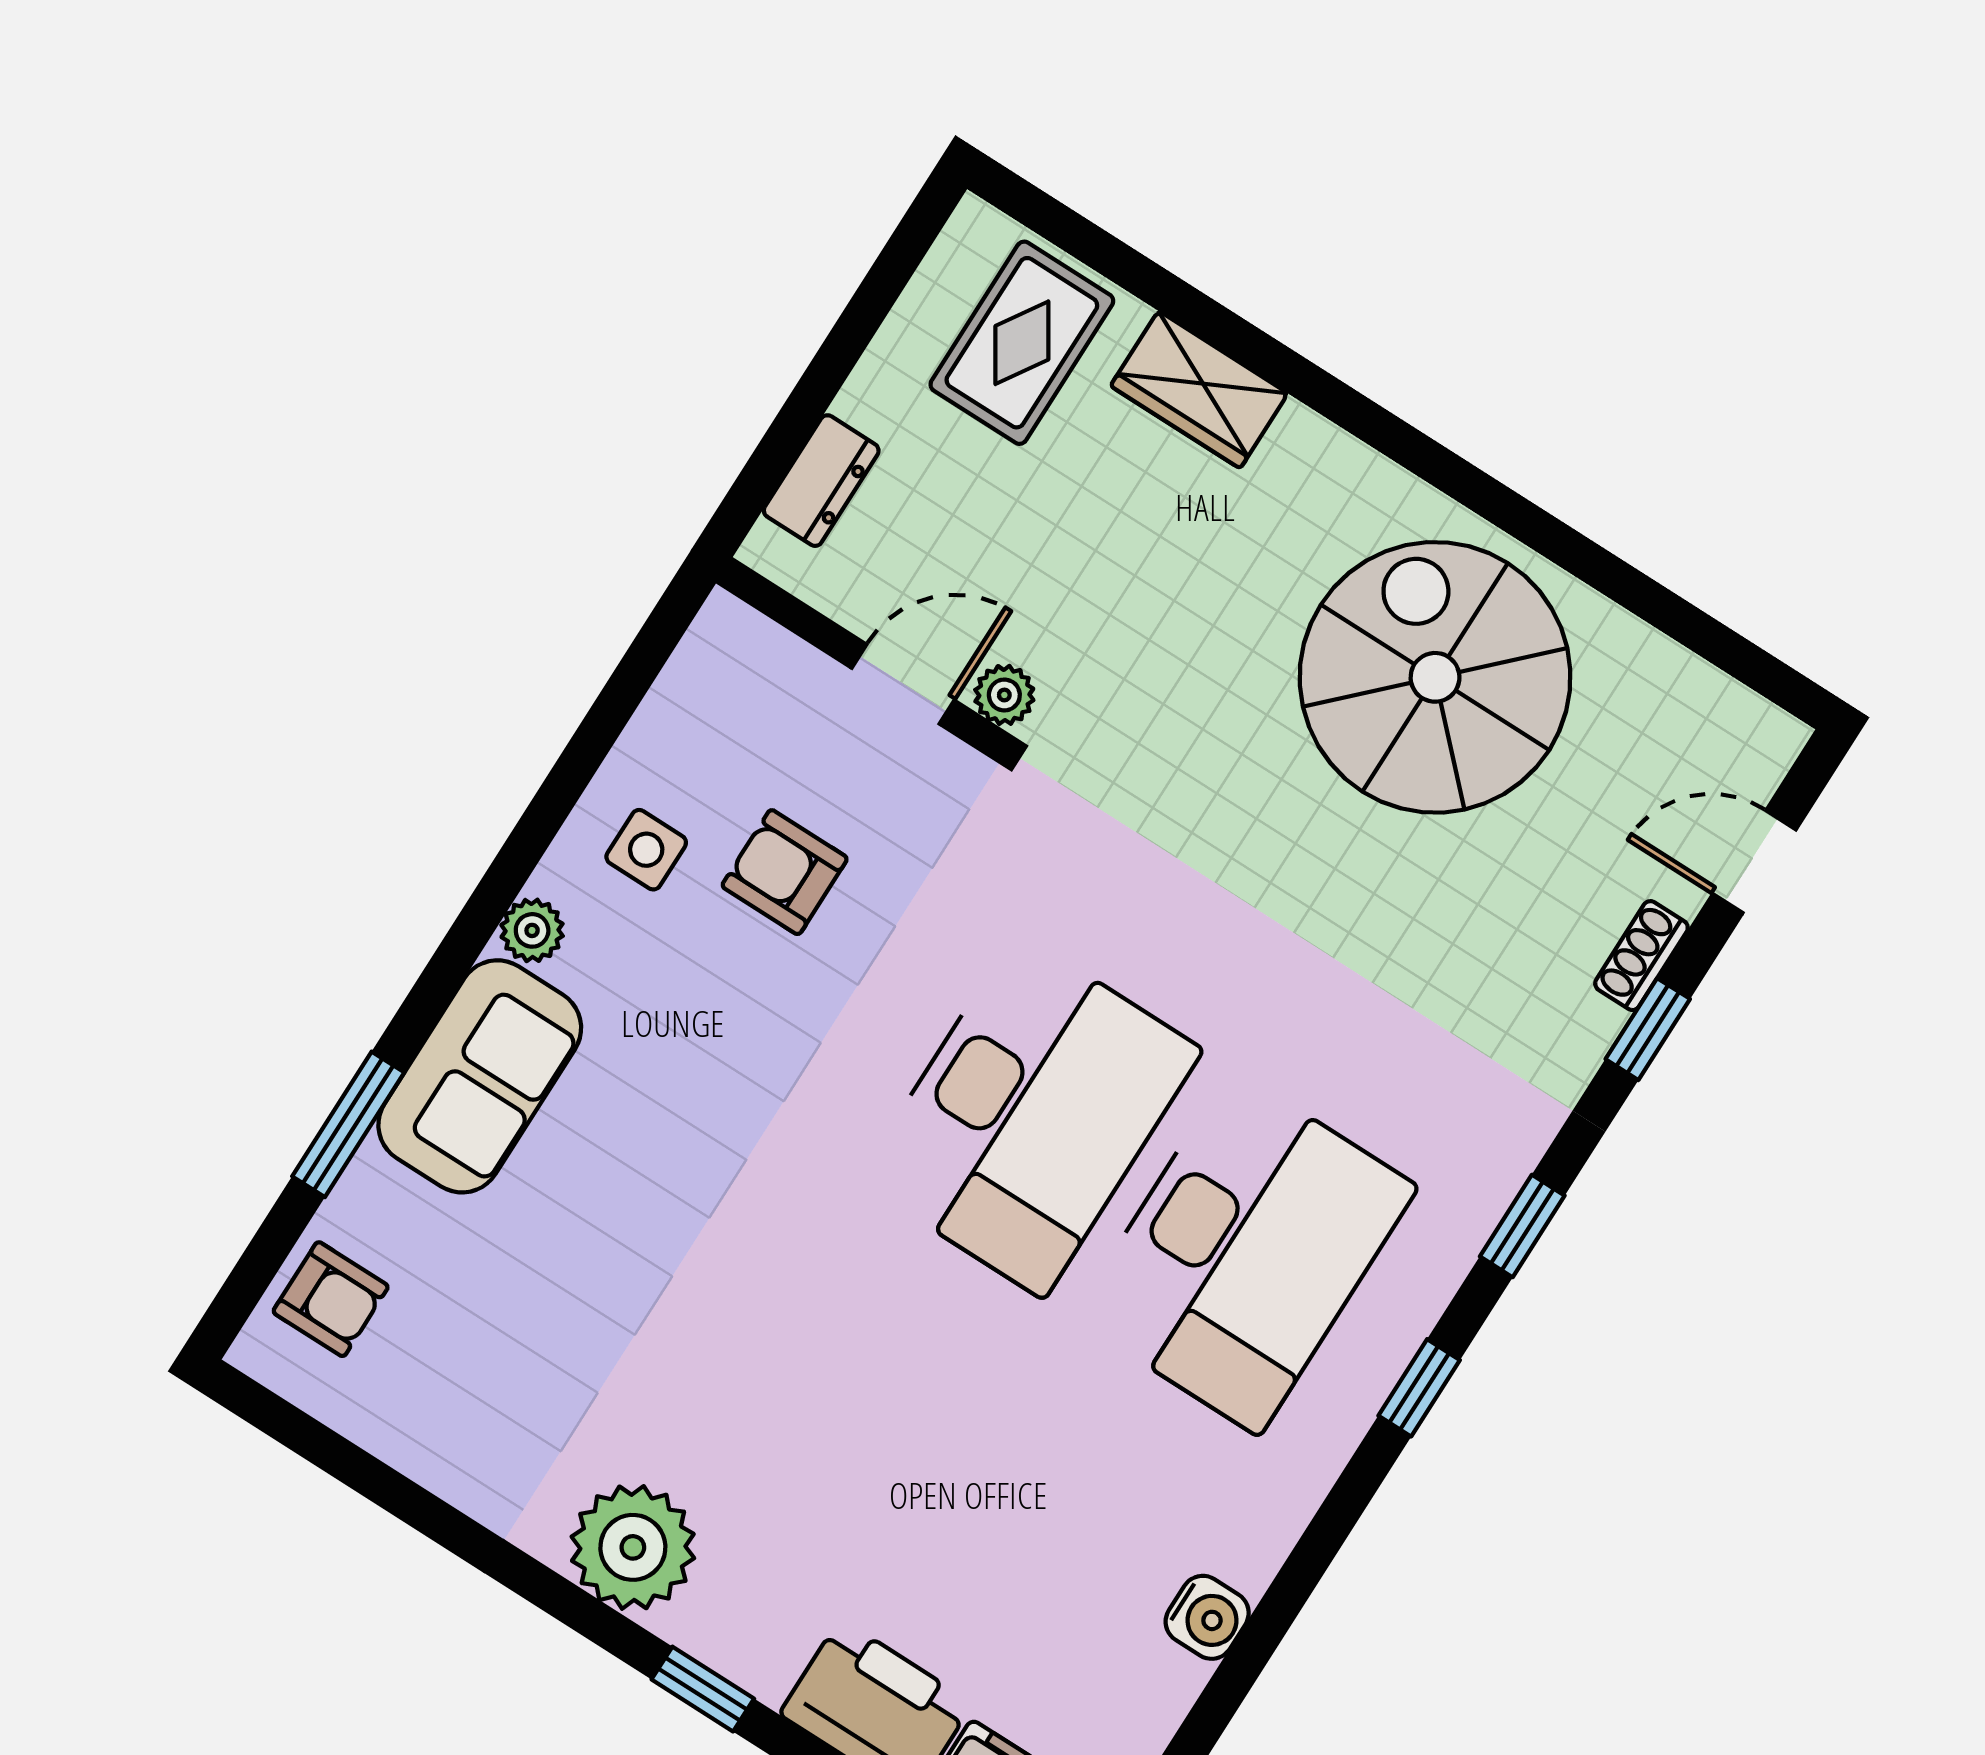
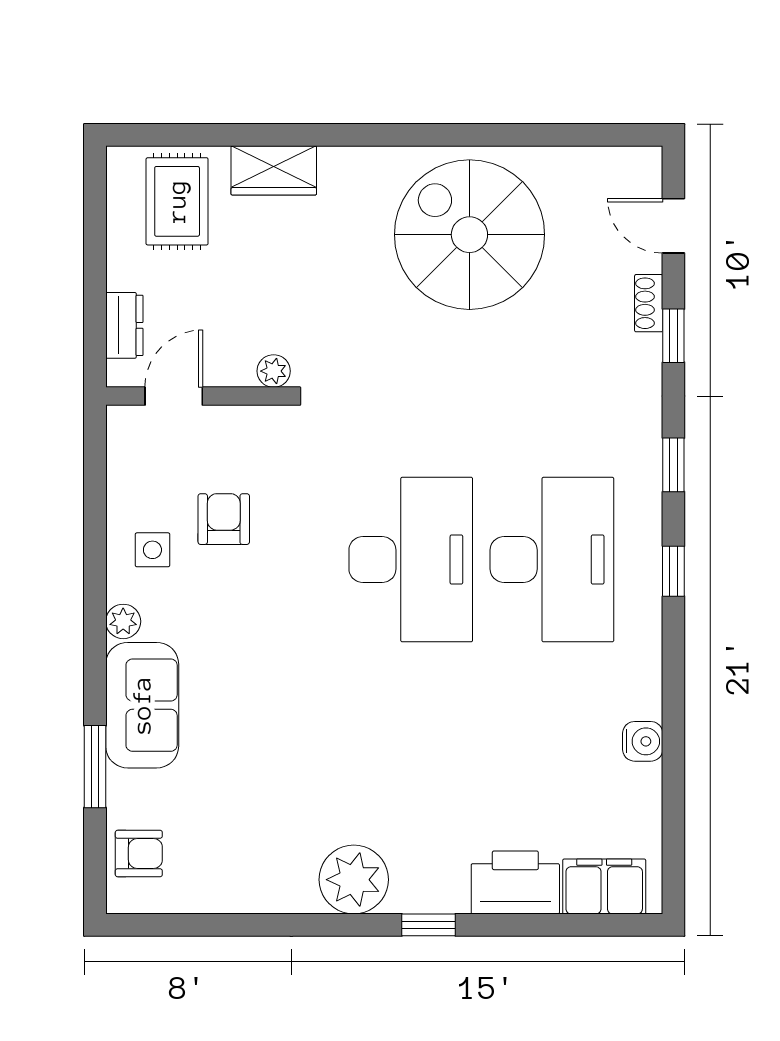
door: (903, 684) -> (174, 396), moved
door: (1754, 862) -> (673, 226), hinge flipped
armchair: (785, 872) -> (224, 519), turned 90

